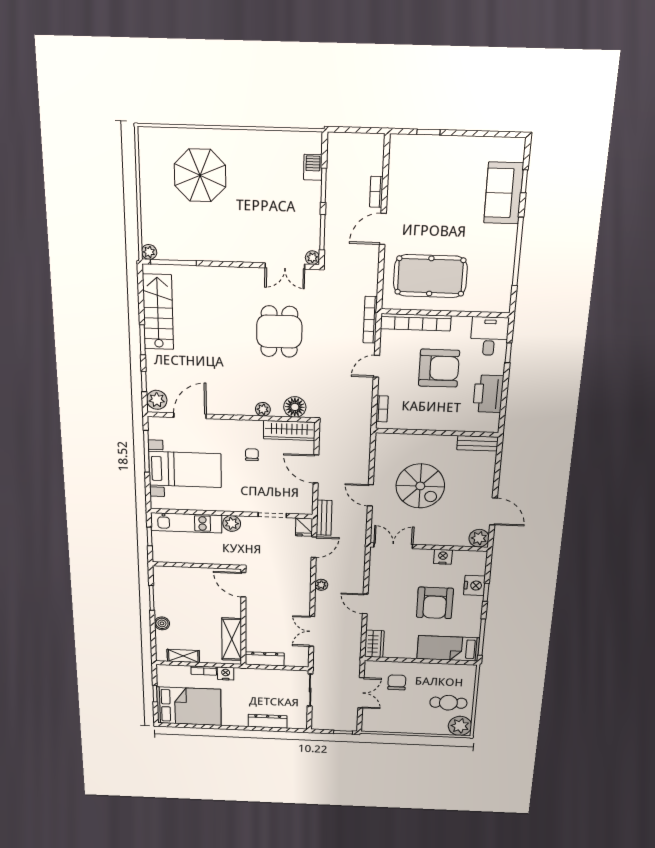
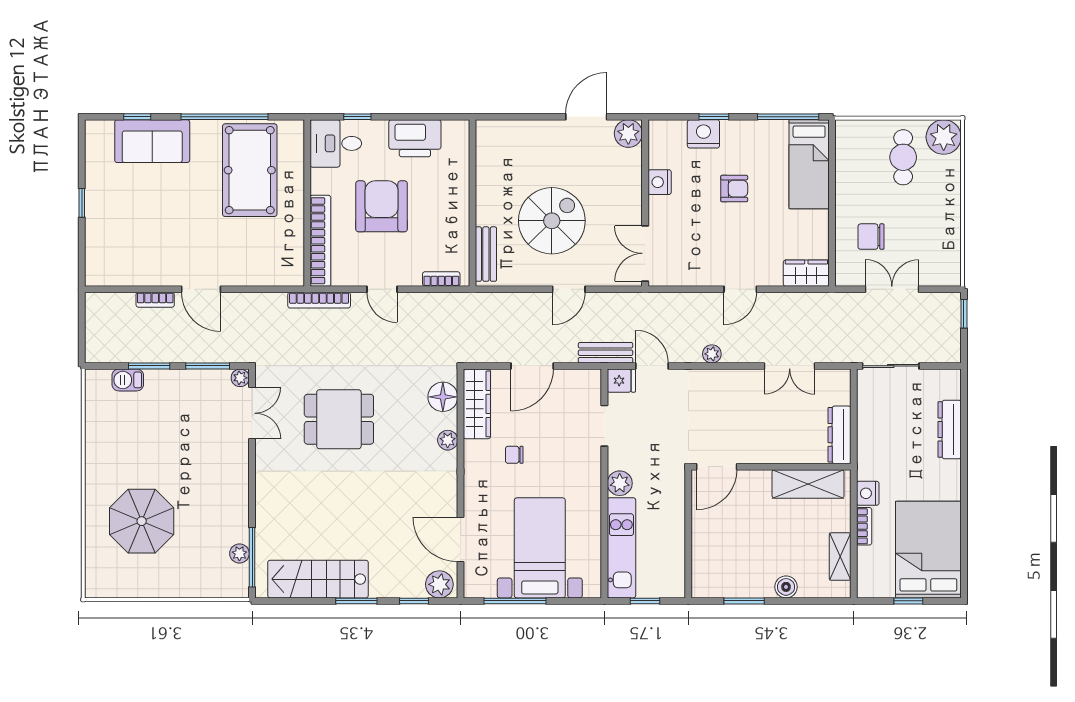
window: (428, 132) -> (82, 203), moved
plant: (149, 252) -> (239, 553), moved
pool table: (430, 276) -> (250, 170), moved
bench: (477, 443) -> (486, 254), moved
armchair: (435, 603) -> (734, 189), width x0.53, depth x0.53

